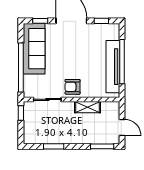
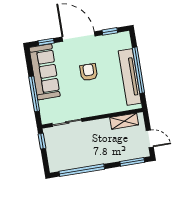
window: (21, 68) -> (34, 94), width x0.68
armchair: (73, 87) -> (89, 72), moved, turned 90
shelving: (87, 107) -> (124, 121), moved
window: (54, 146) -> (82, 170), width x2.11

